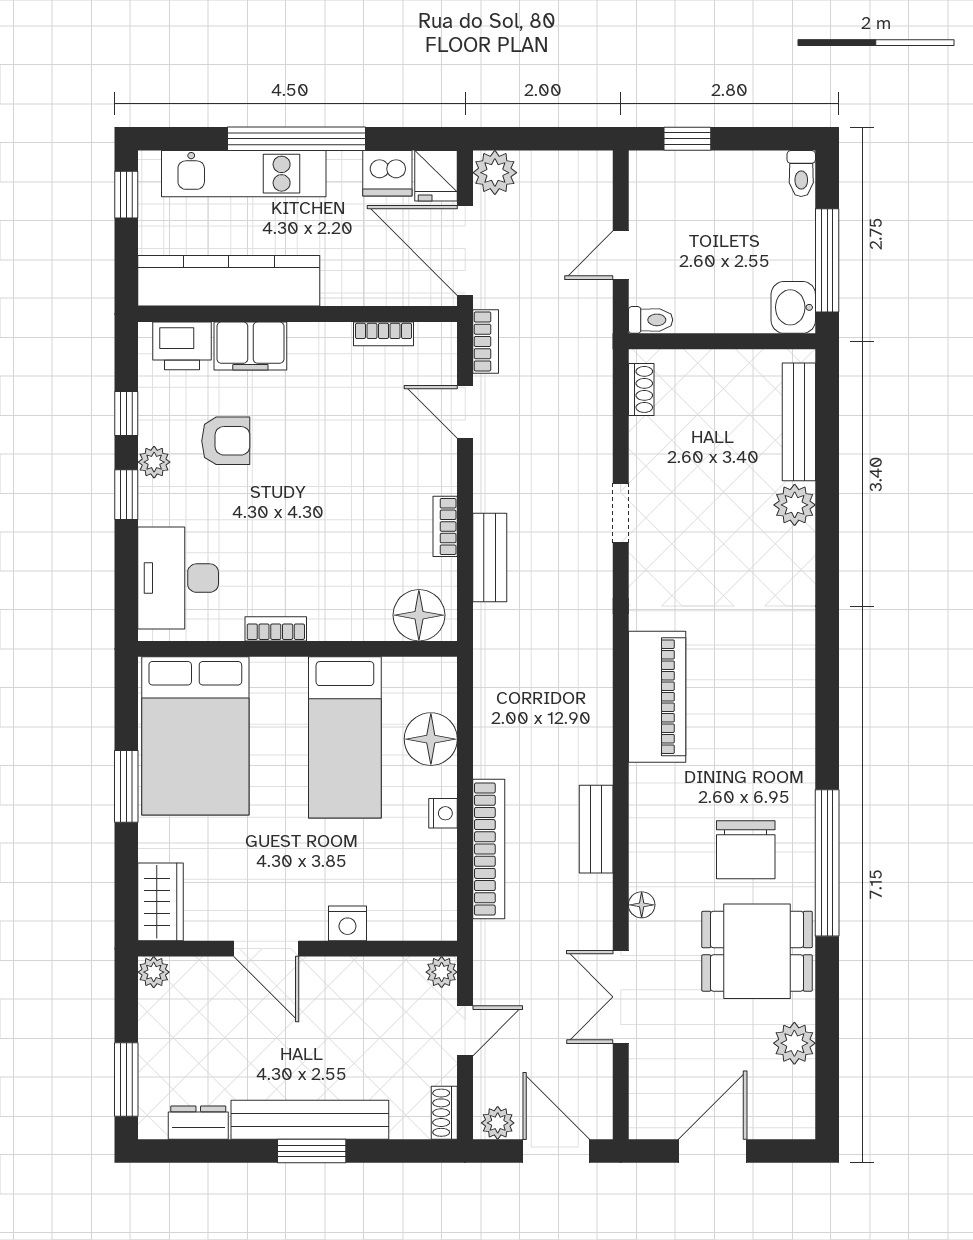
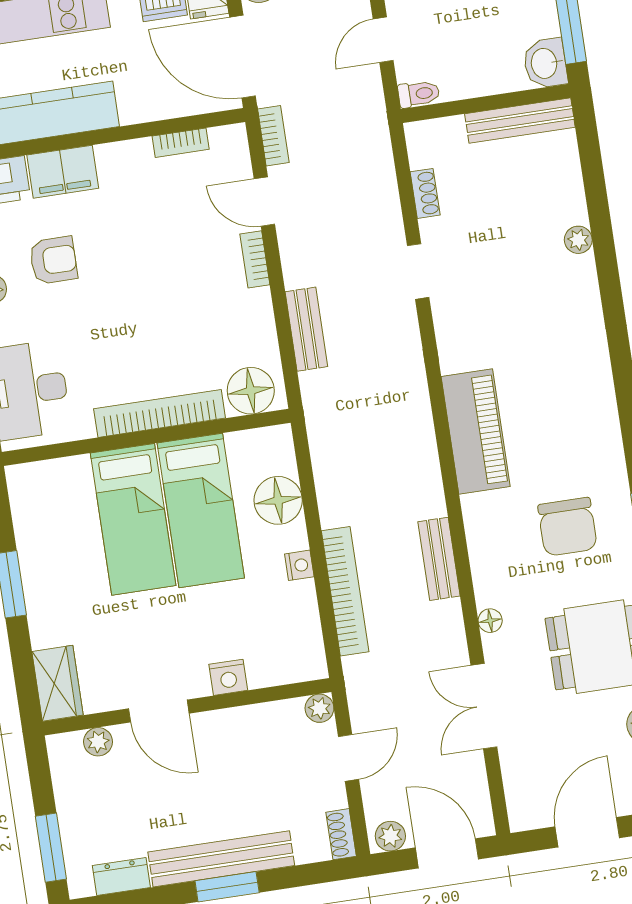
shoe rack: (641, 389) -> (425, 193), moved
bench: (799, 422) -> (520, 121), moved, turned 90
plant: (795, 505) -> (578, 240), width x0.73, depth x0.73
bookcase: (445, 526) -> (255, 259), moved
bookcase: (276, 629) -> (160, 413), width x2.31, depth x1.31
bed: (195, 736) -> (133, 519), moved, width x0.67
chair: (746, 850) -> (568, 527), moved
plant: (154, 972) -> (98, 742), moved

